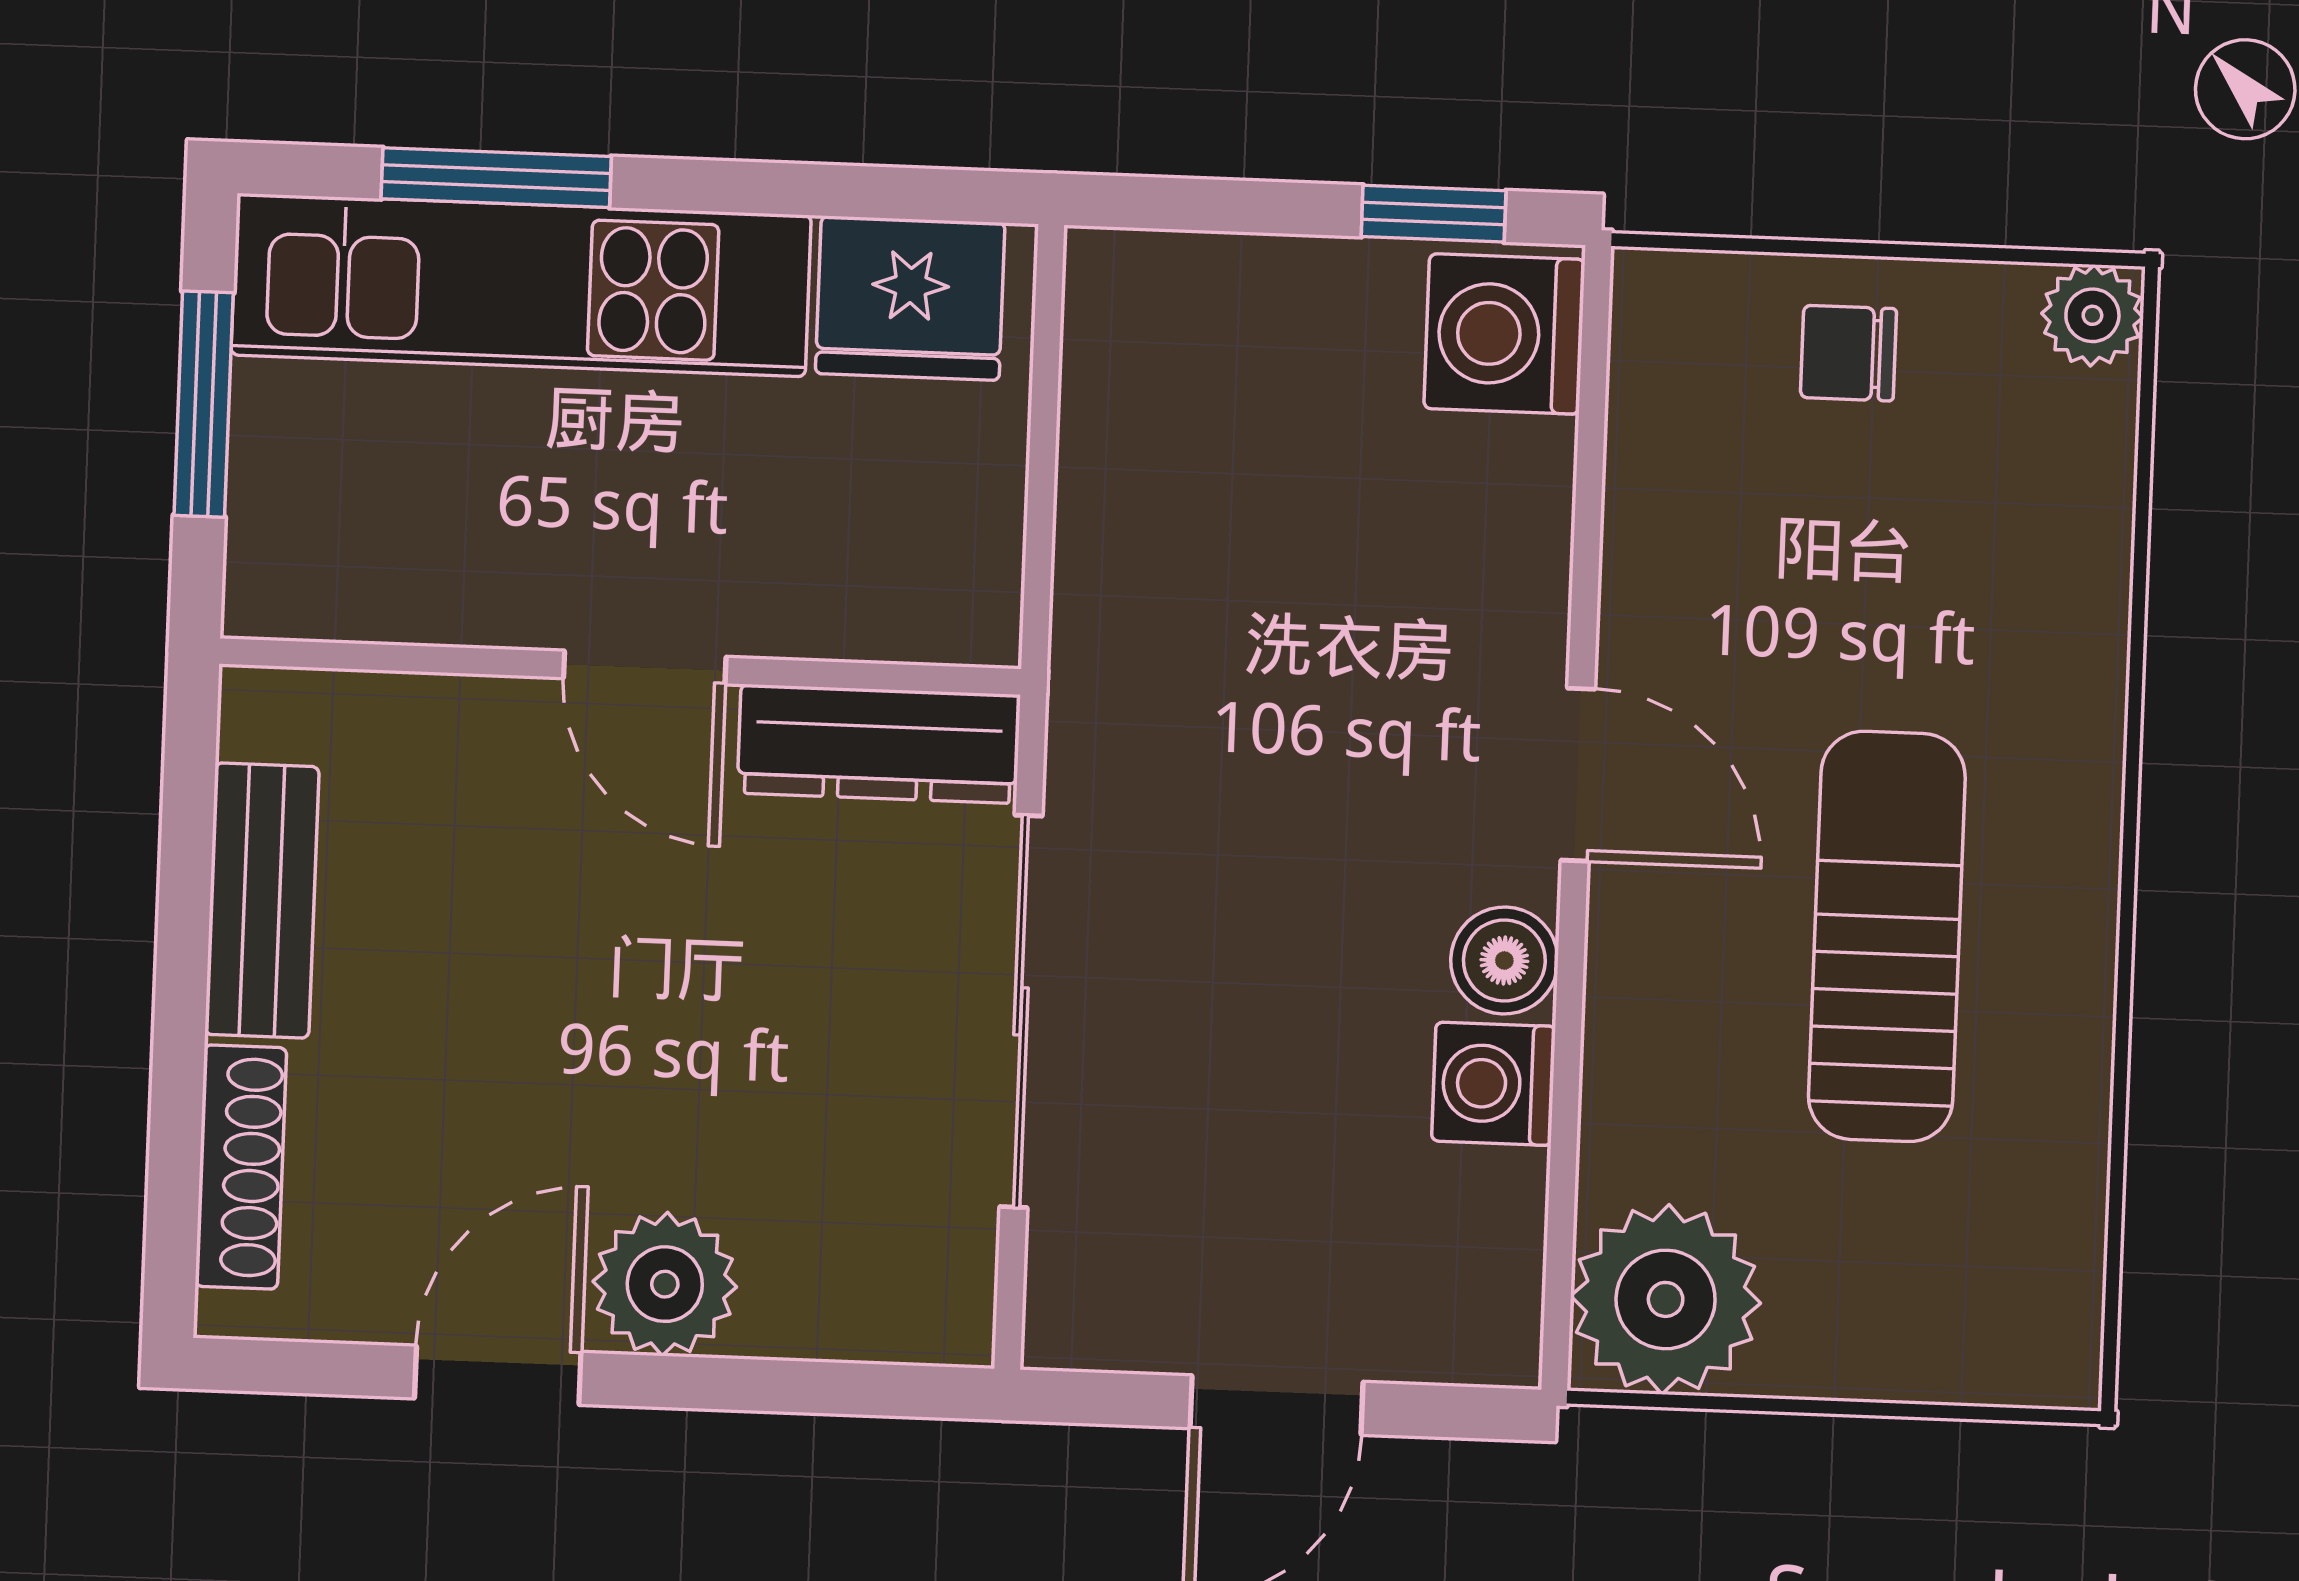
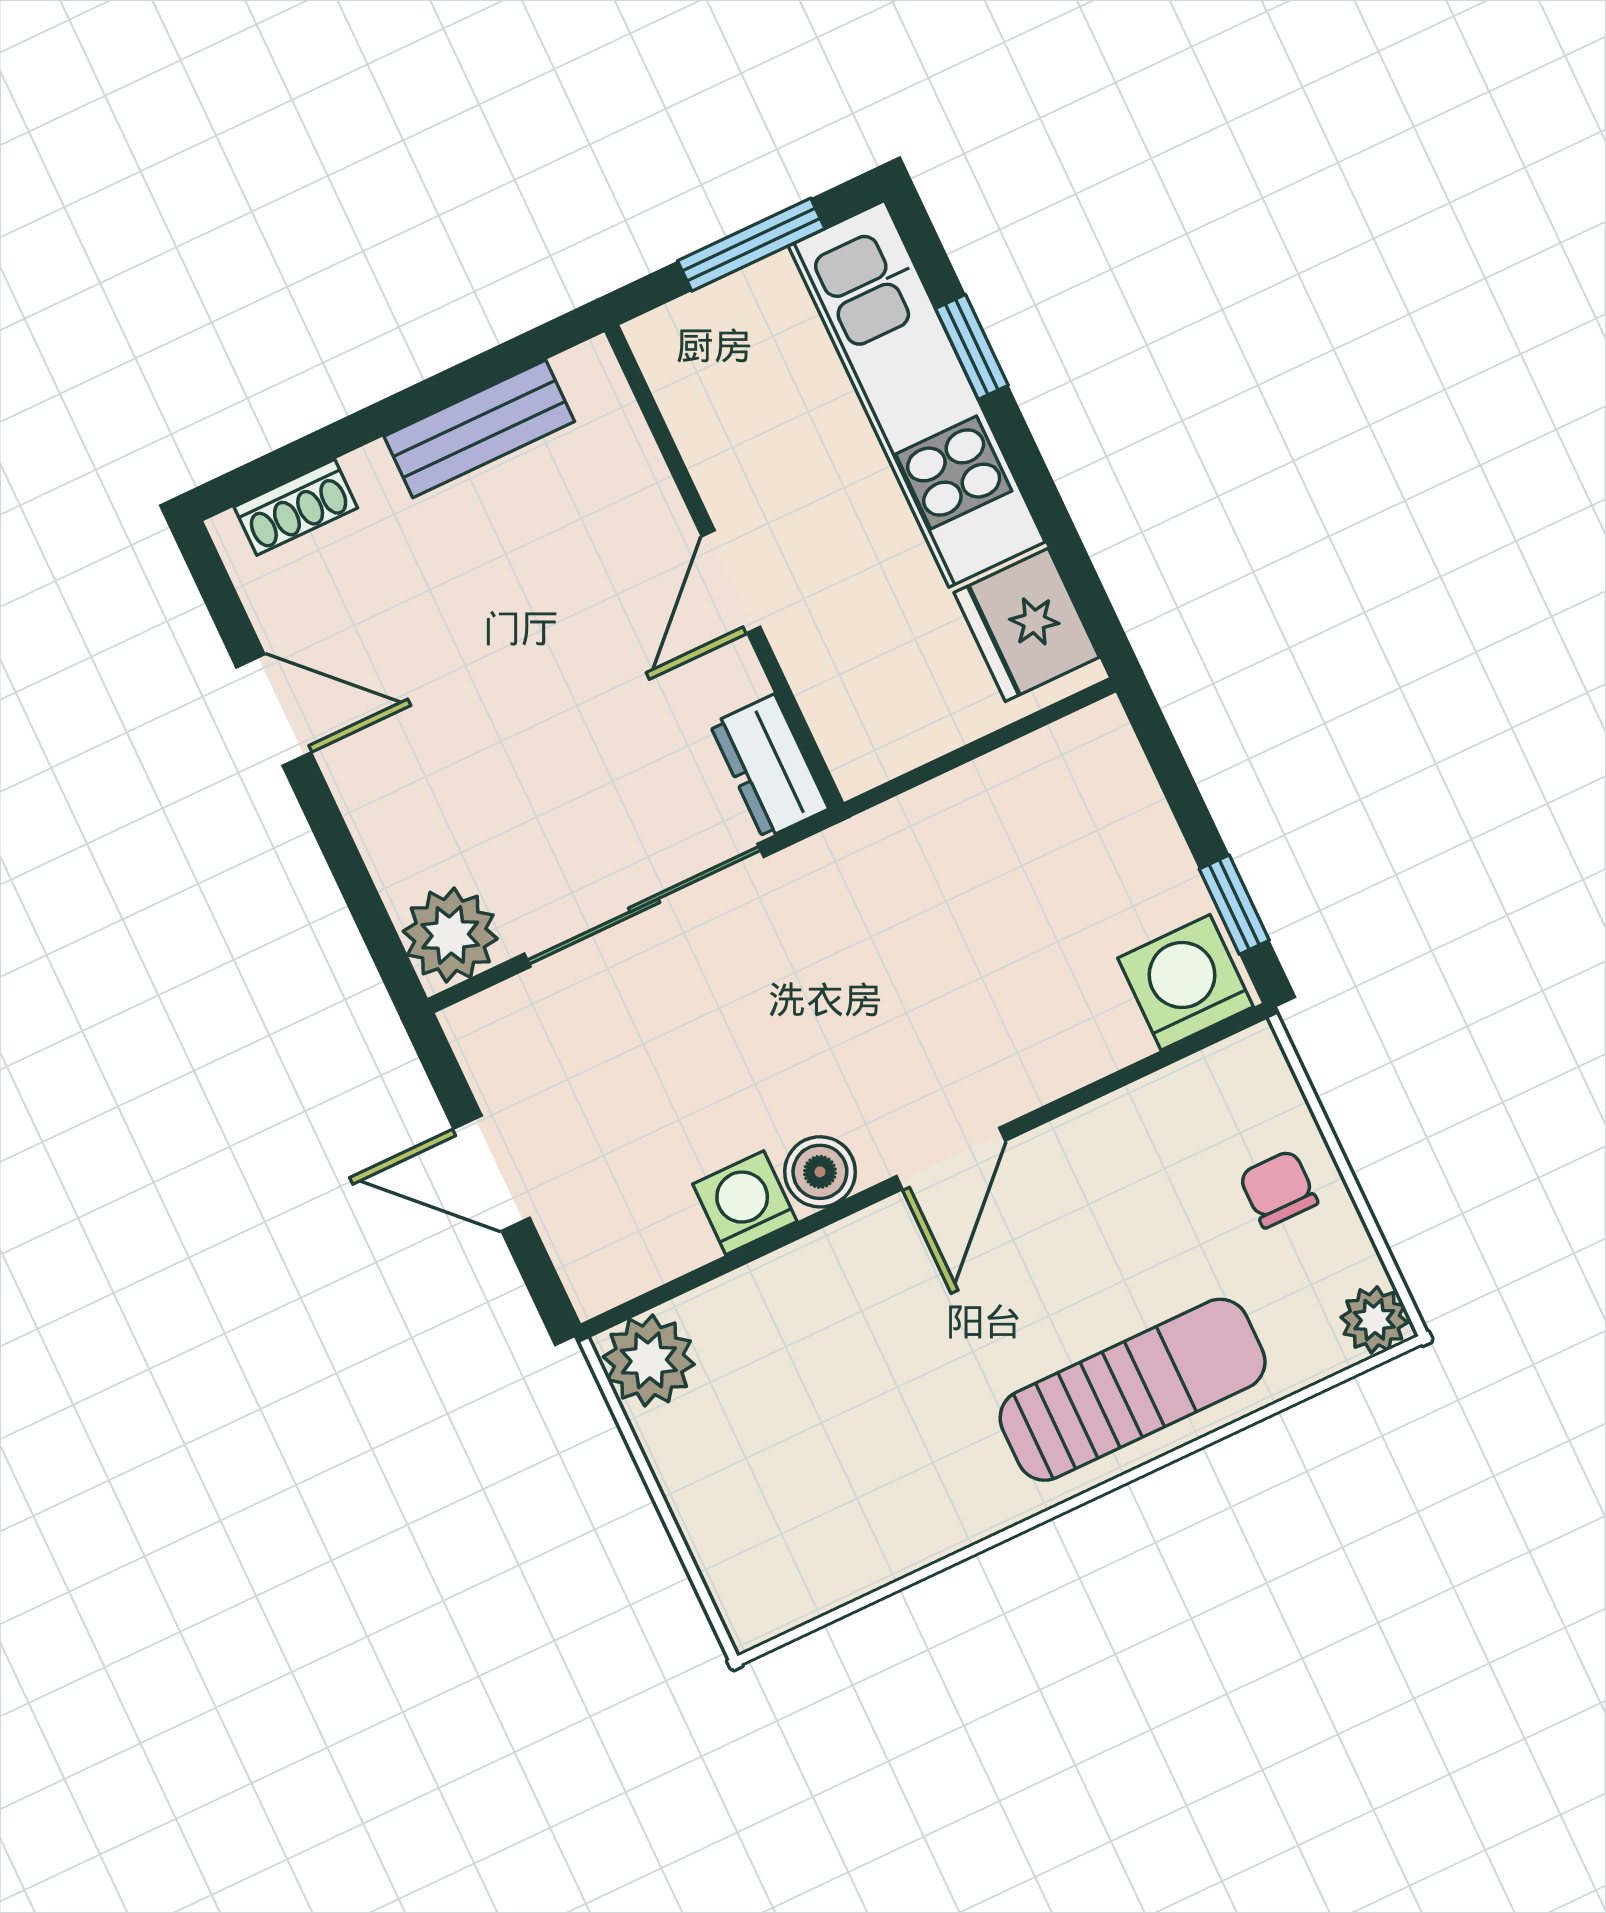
window: (496, 178) -> (972, 347), width x0.67
dresser: (879, 744) -> (769, 767), width x0.70
sun lounger: (1887, 936) -> (1133, 1390), moved
shoe rack: (241, 1167) -> (296, 507), width x0.70
plant: (665, 1284) -> (450, 935), moved
plant: (1666, 1299) -> (649, 1360), width x0.73, depth x0.73

